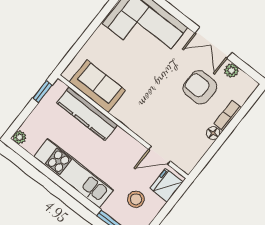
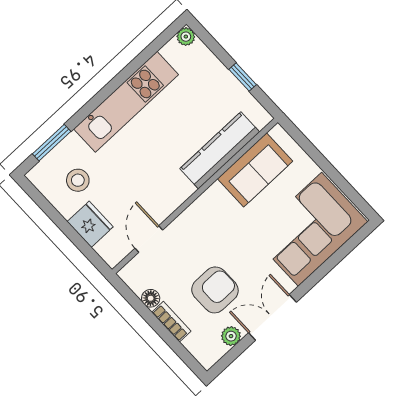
sofa: (97, 86) -> (255, 170), moved
kitchen counter: (87, 114) -> (220, 150), moved
wall: (123, 127) -> (195, 196), moved
door: (159, 155) -> (149, 239), moved

